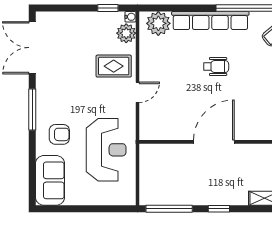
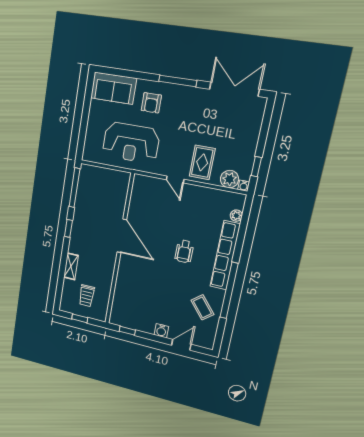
plant: (158, 23) -> (236, 216), width x0.53, depth x0.53

